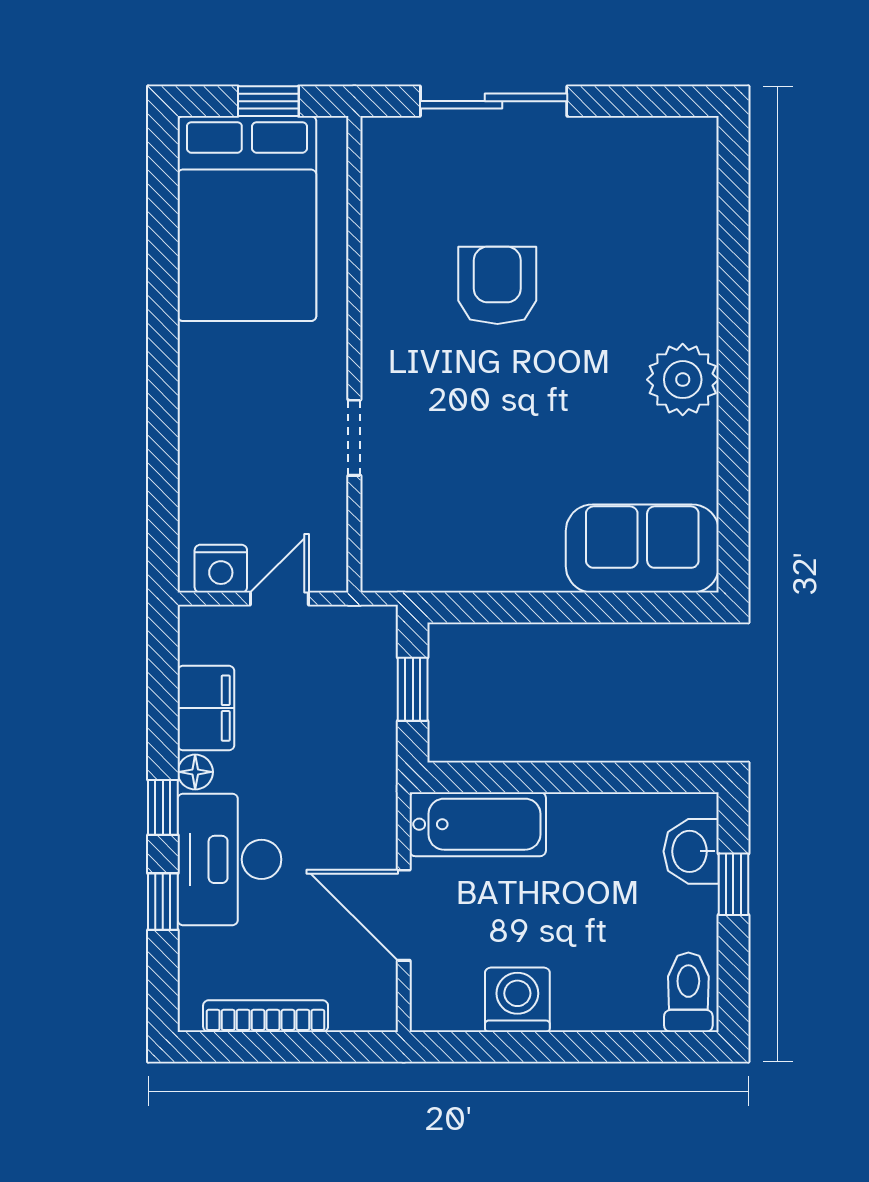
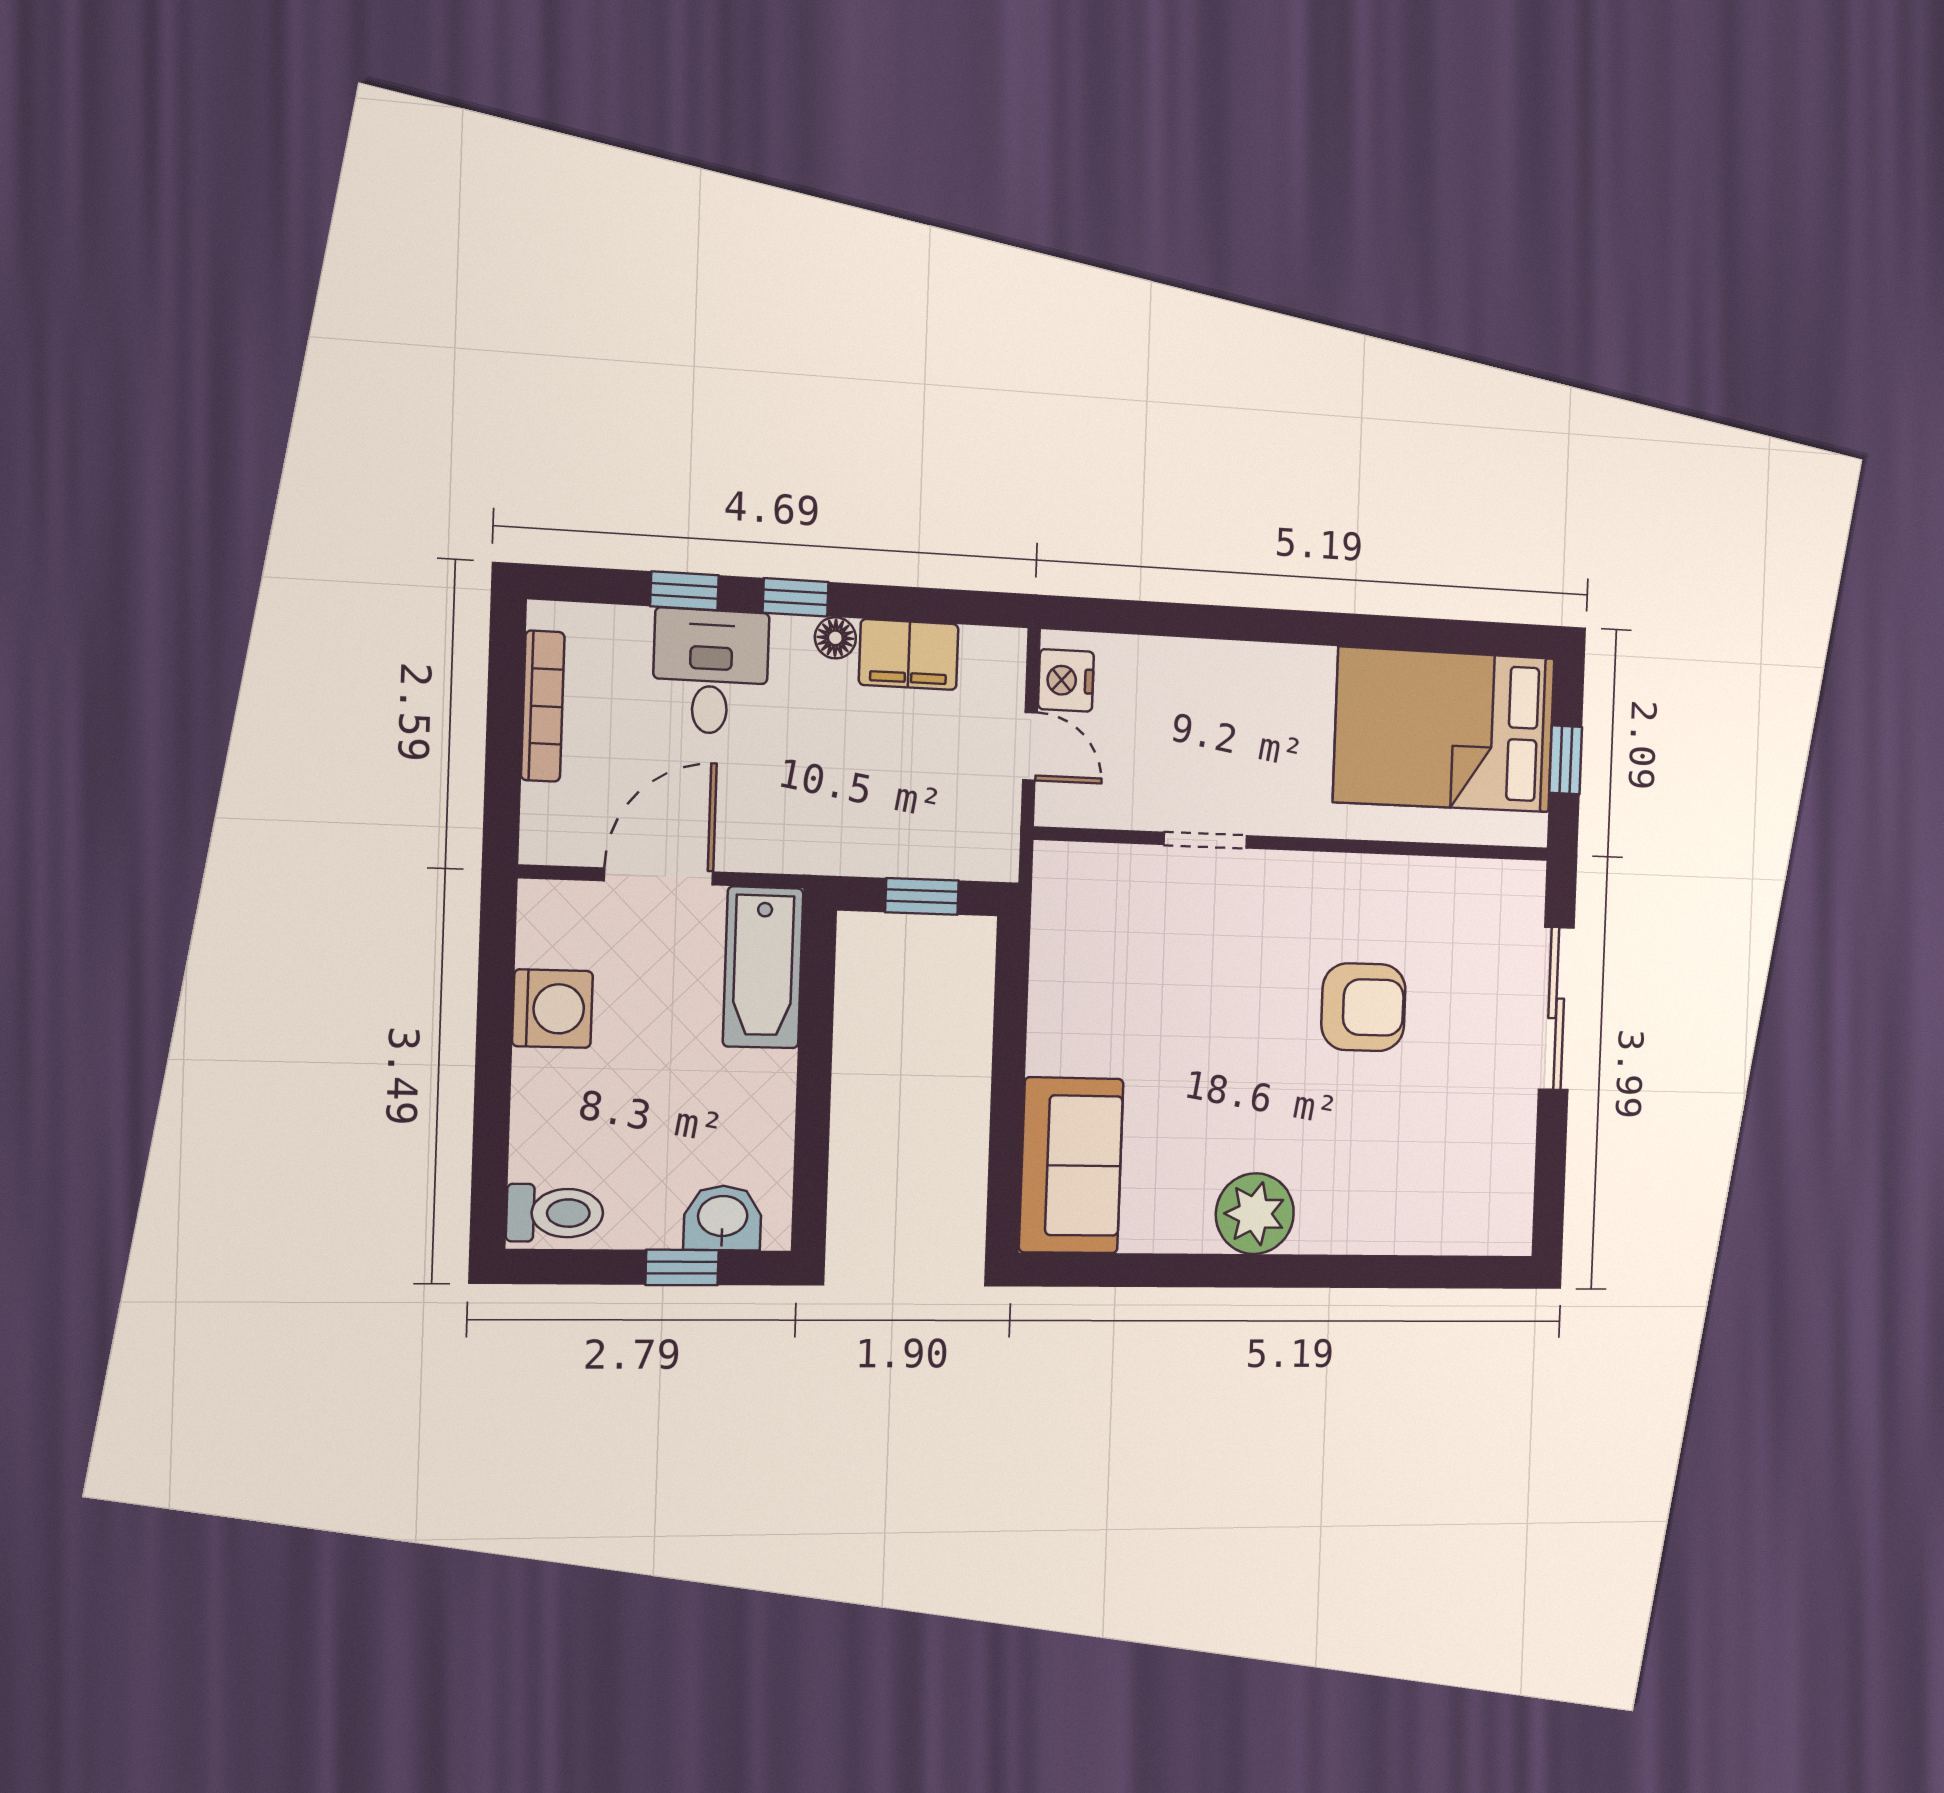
desk: (229, 859) -> (711, 672), width x0.73

